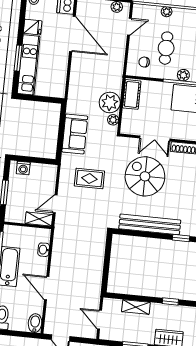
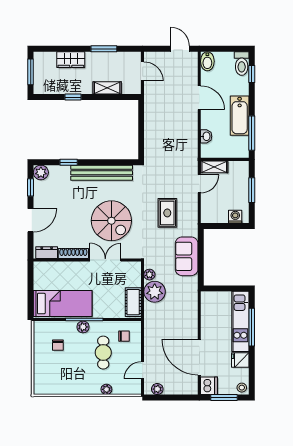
window: (18, 58) -> (252, 327), width x1.44
rug: (89, 178) -> (167, 213), turned 90

